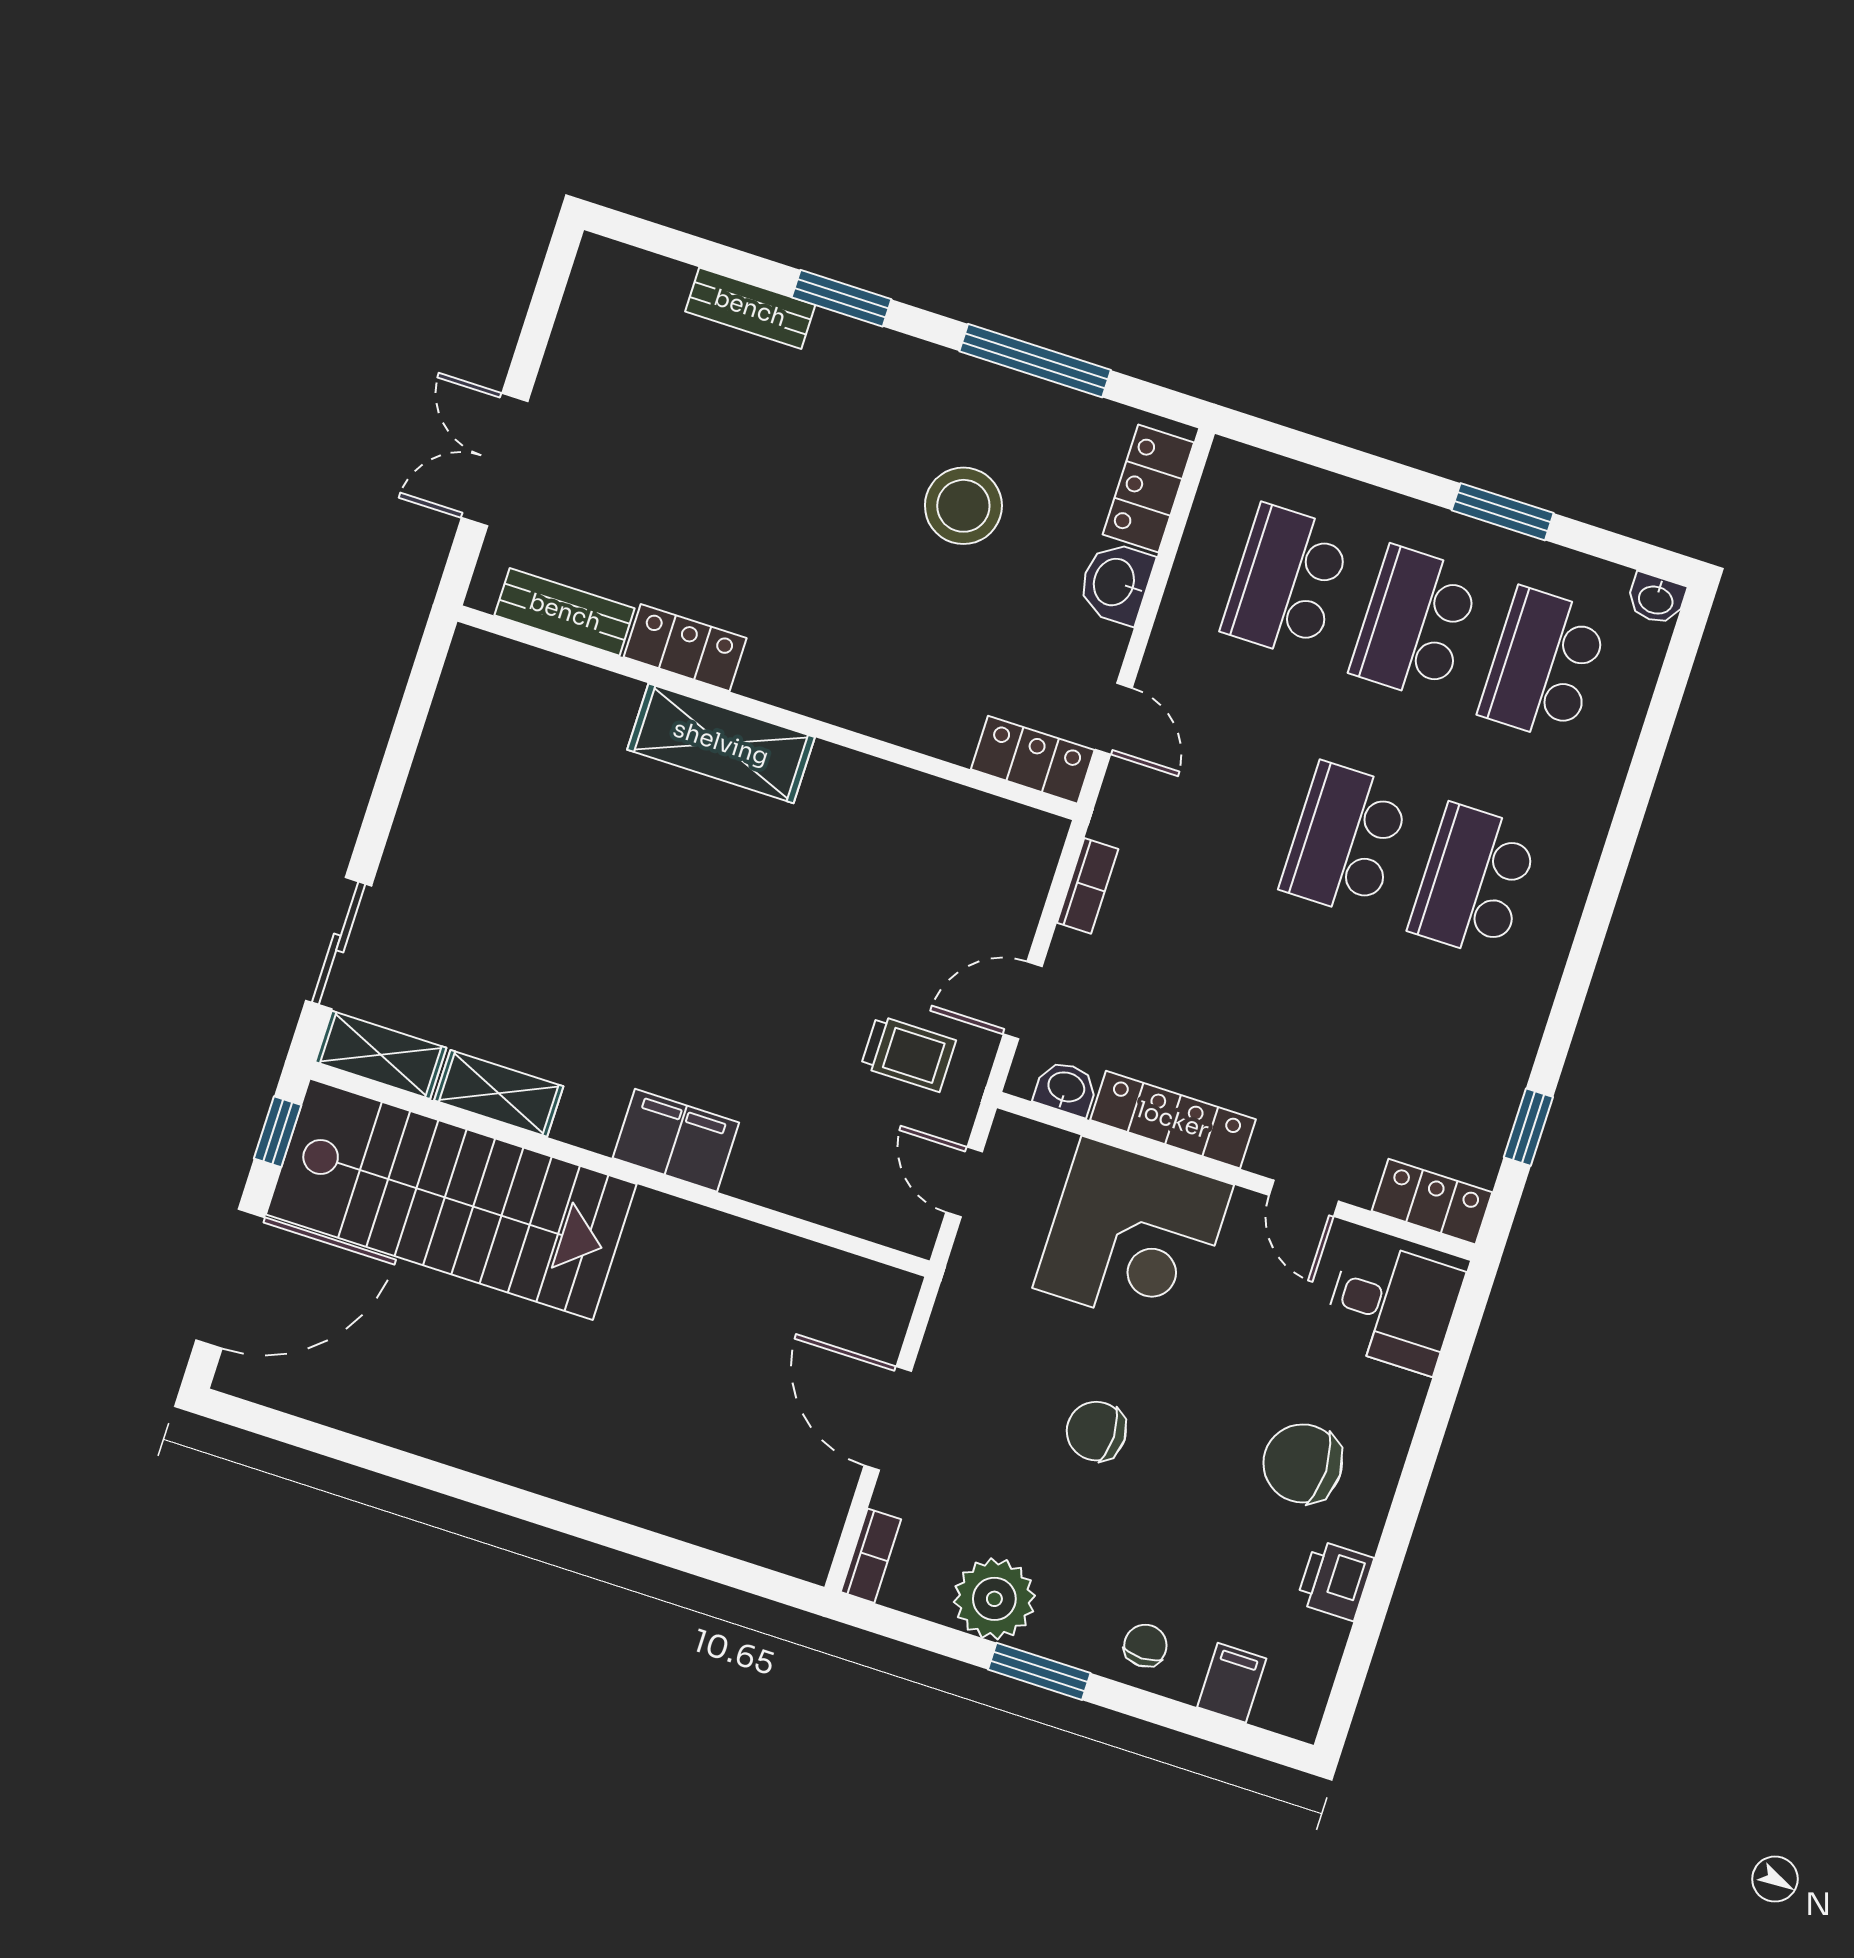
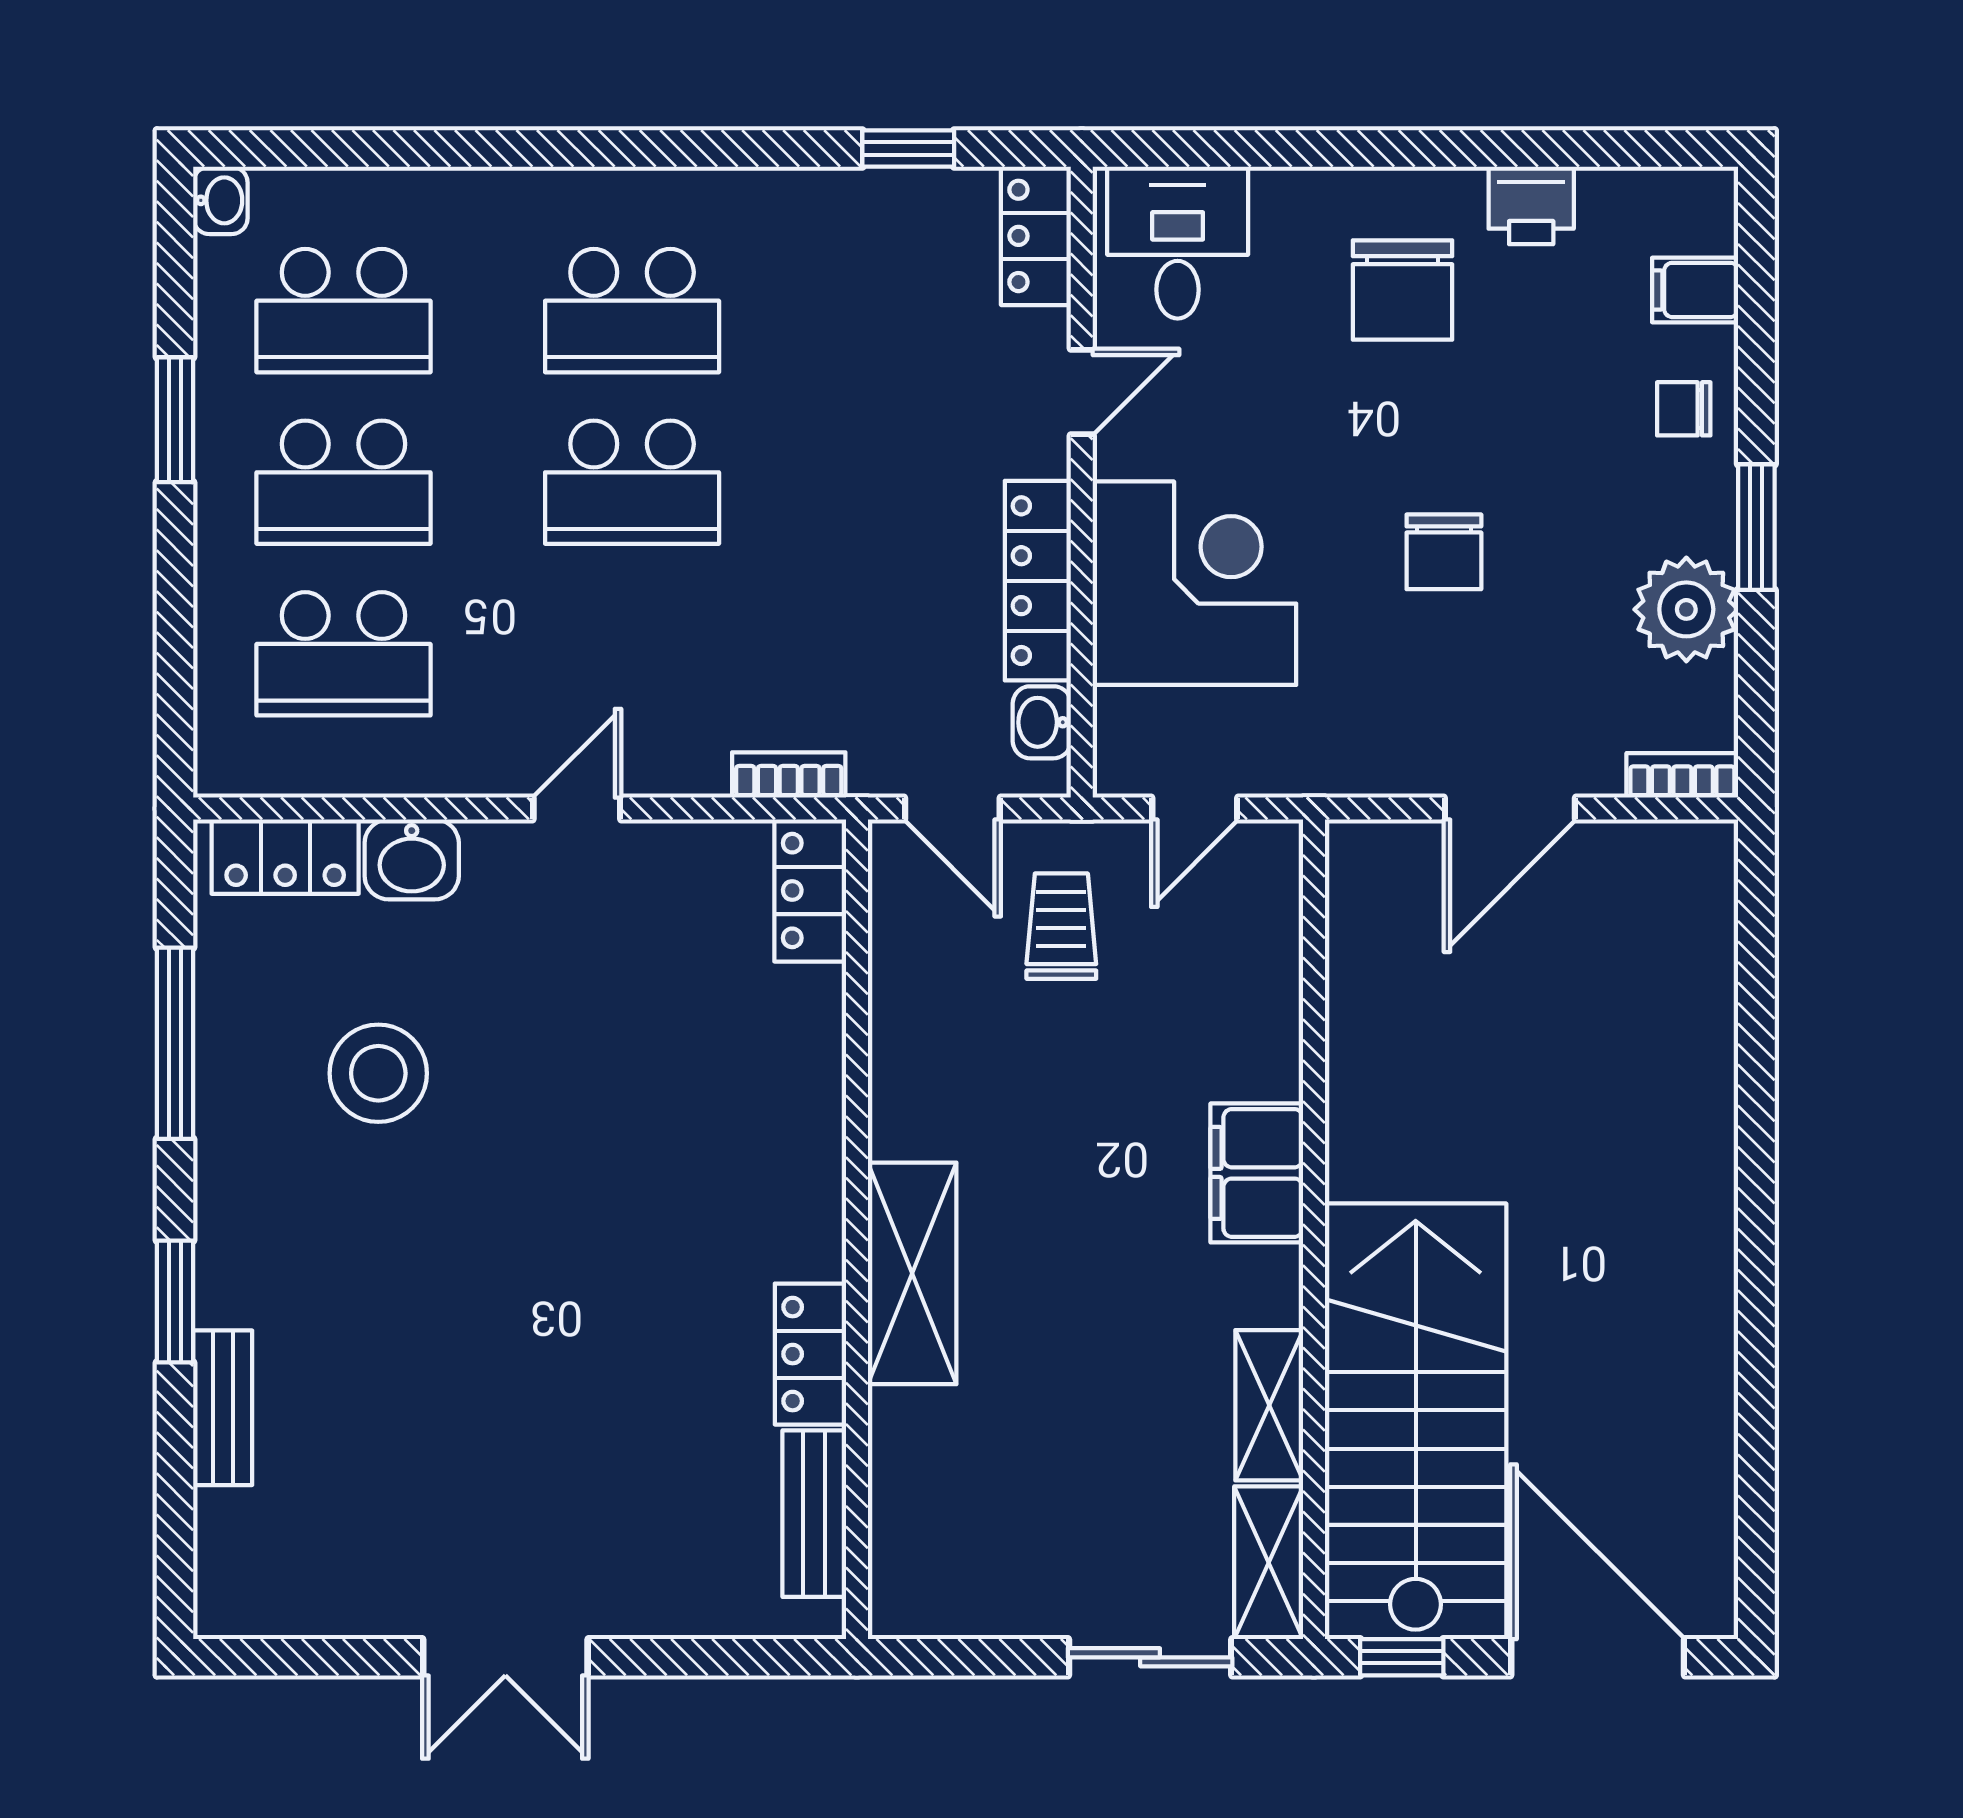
bench: (565, 612) -> (814, 1514), moved
locker: (685, 648) -> (810, 1354), moved
wall: (767, 713) -> (857, 1229), moved
shelving: (721, 743) -> (912, 1273), moved
locker: (1033, 760) -> (810, 890), moved

